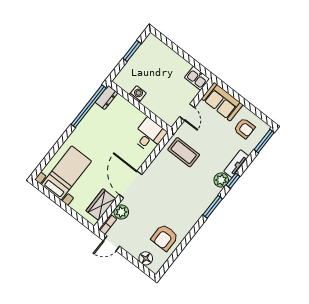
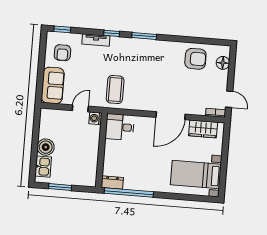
boiler: (174, 61) -> (46, 147), added
kitchen sink: (197, 78) -> (43, 167), moved
washing machine: (138, 94) -> (95, 118), moved
armchair: (244, 128) -> (62, 53), turned 180
window: (264, 141) -> (62, 29), width x0.67
plant: (221, 180) -> (118, 44), removed
plant: (121, 212) -> (198, 108), removed

